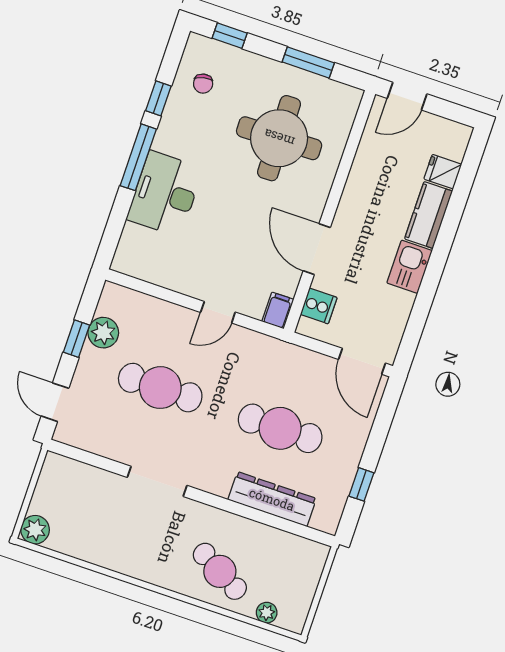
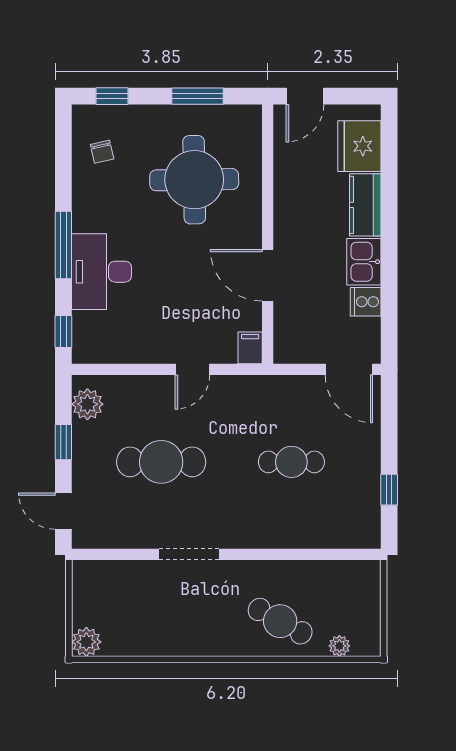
window: (158, 98) -> (63, 331), moved
fridge: (443, 172) -> (359, 146), width x1.88, depth x1.34
cooker: (319, 306) -> (366, 302), moved, turned 180
plant: (103, 333) -> (87, 404), moved
cafe table: (280, 428) -> (291, 462), width x0.73, depth x0.74
dresser: (272, 499) -> (307, 533), removed

